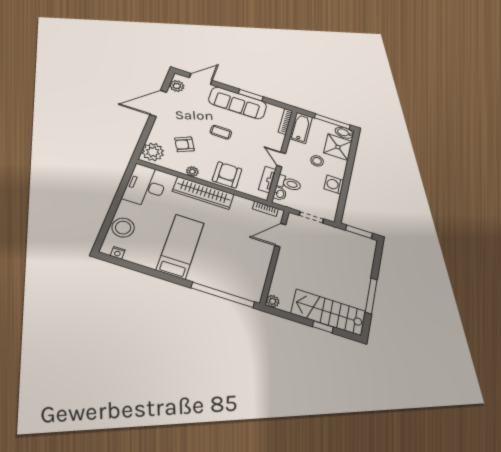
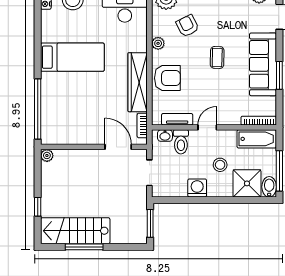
wardrobe: (203, 193) -> (138, 82), moved
stairs: (328, 312) -> (75, 231), moved, turned -90

